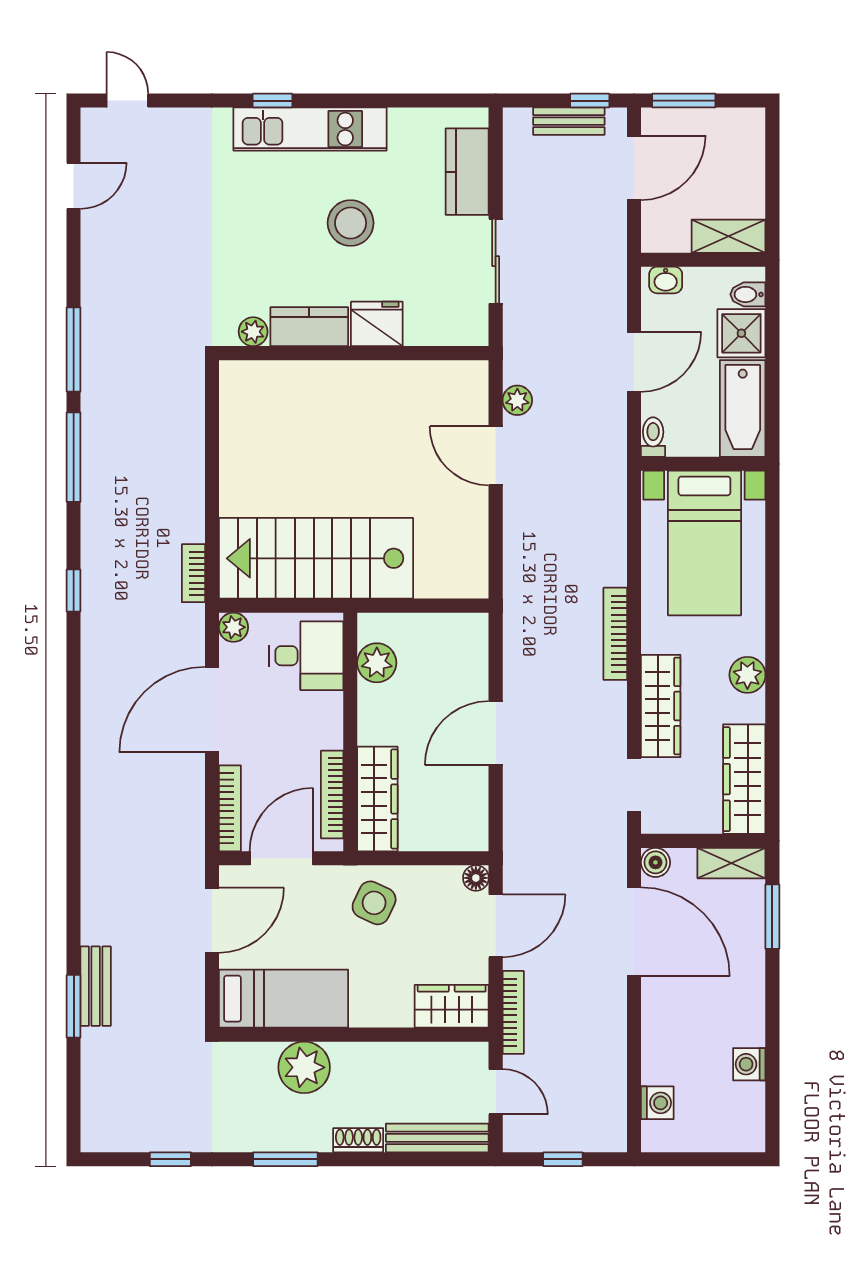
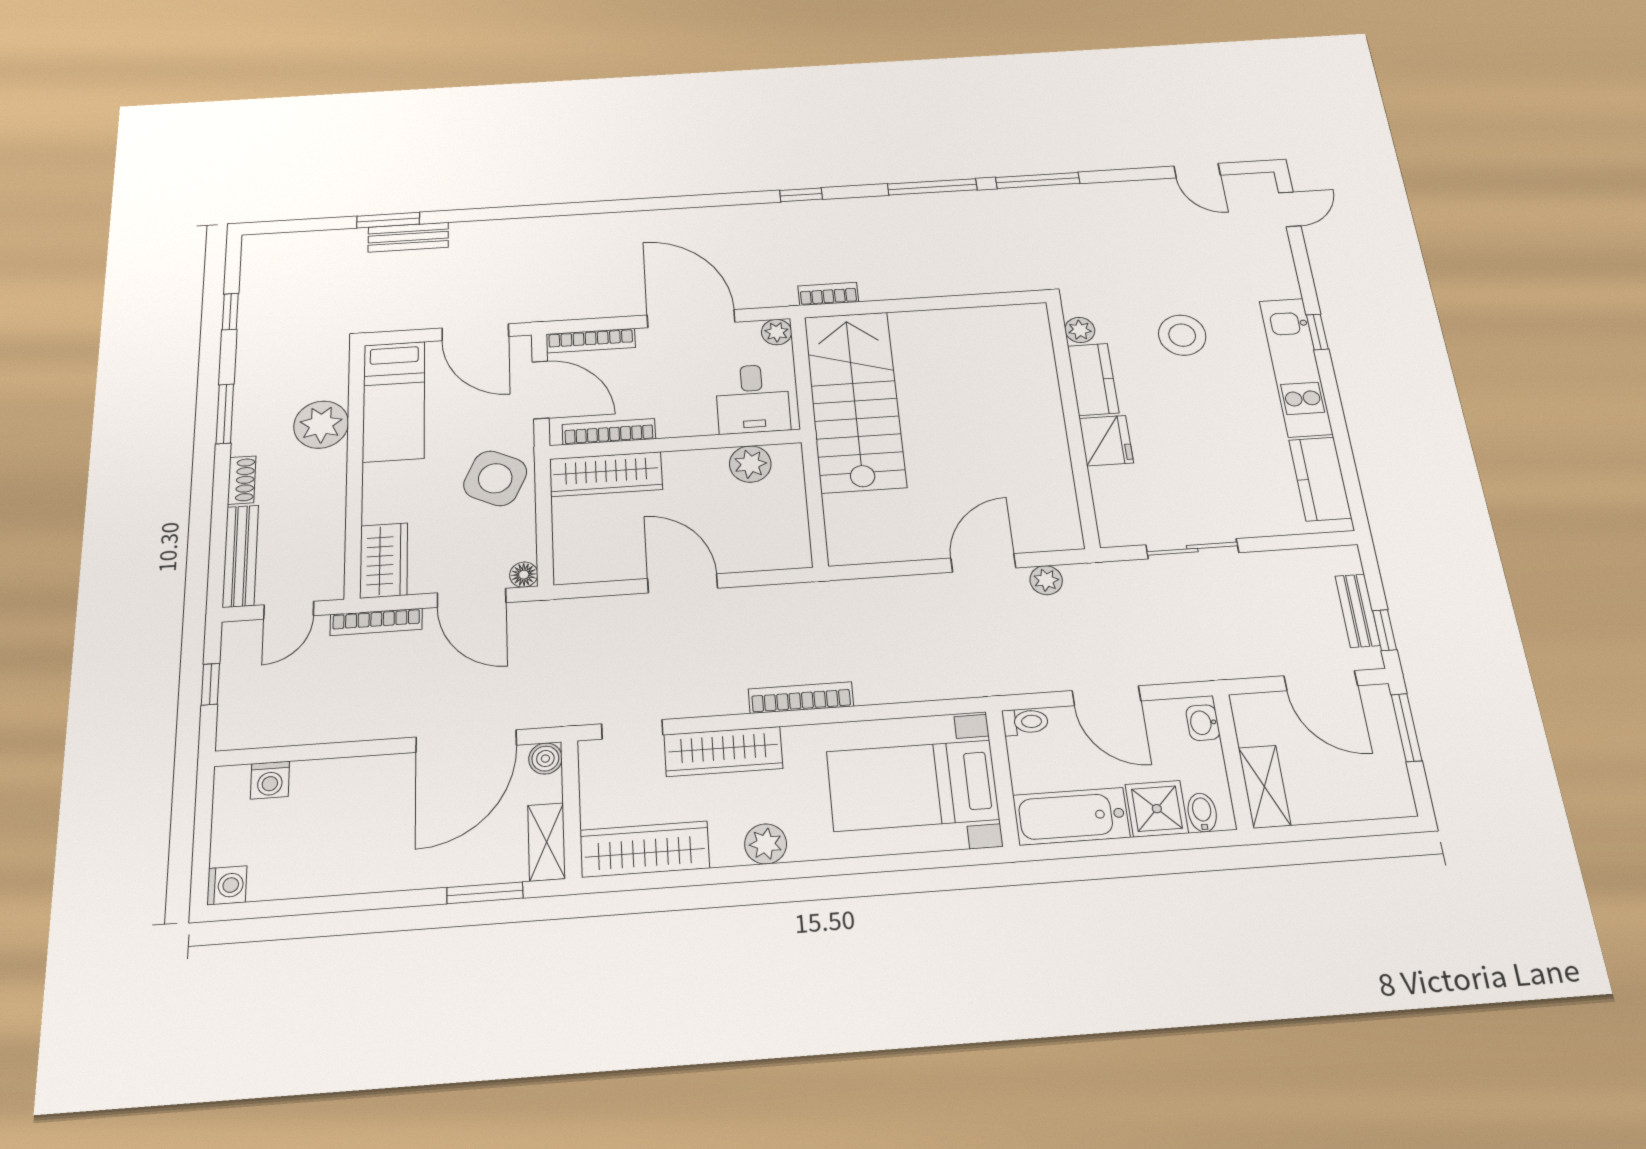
kitchen counter: (467, 172) -> (1320, 479), moved, turned -90
stool: (351, 223) -> (1182, 335), moved
side table: (374, 903) -> (495, 478), width x1.37, depth x1.37
washing machine: (749, 1064) -> (227, 885), moved, turned 90

